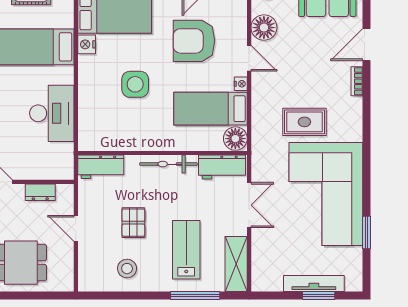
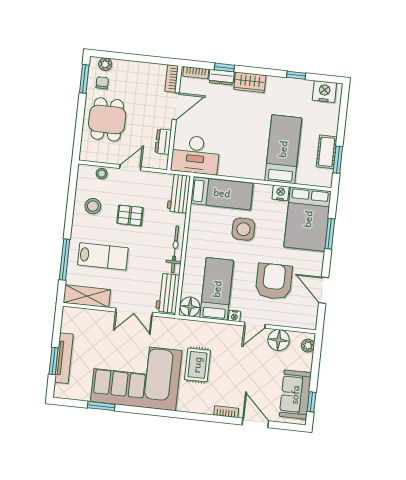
desk: (52, 113) -> (195, 155), moved
bed: (95, 115) -> (222, 193), added
stool: (87, 262) -> (102, 174), added

